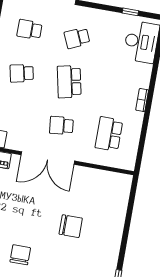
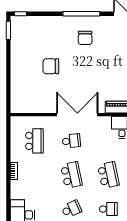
school desk: (22, 73) -> (108, 175), width x1.85

